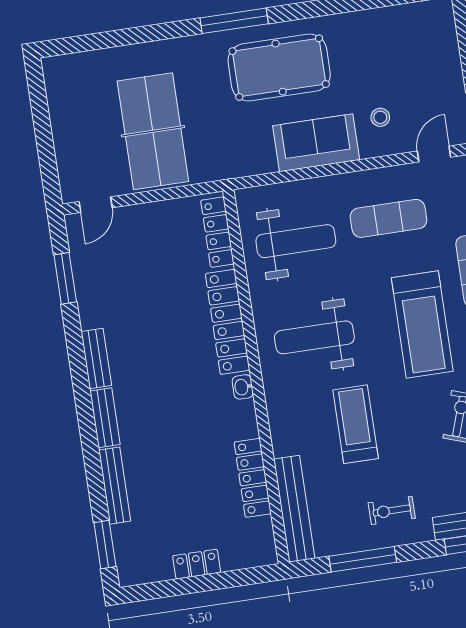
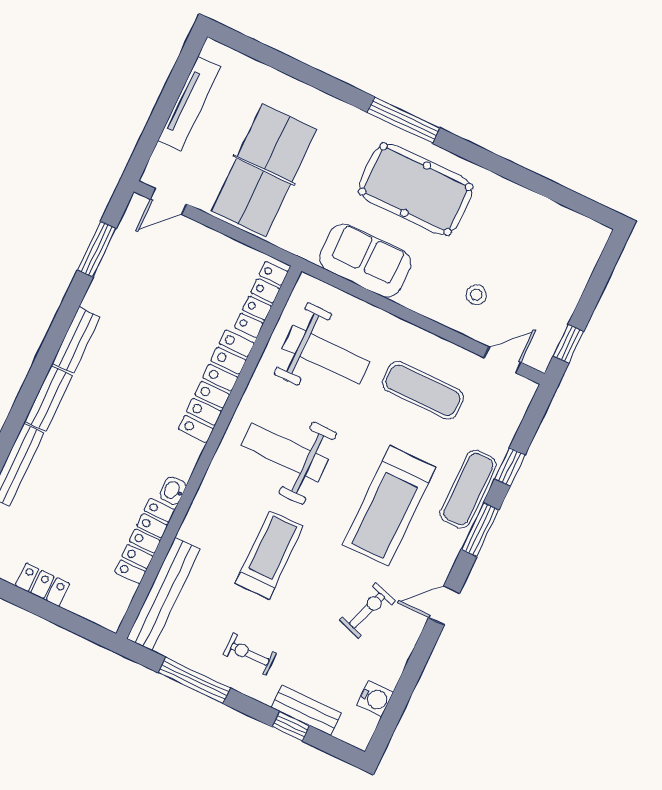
tv unit: (61, 119) -> (189, 104), added
sofa: (316, 143) -> (365, 261), moved
washbasin: (243, 387) -> (173, 490), moved

